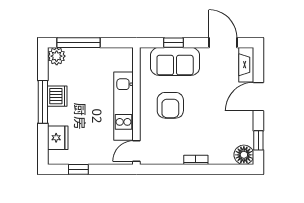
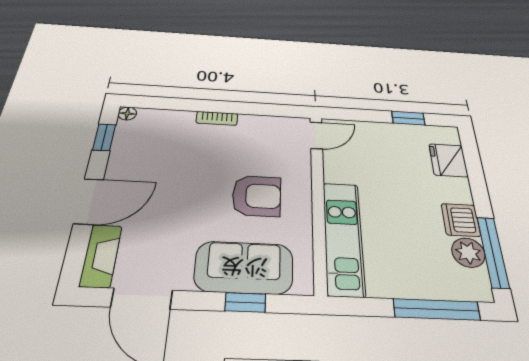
plant: (57, 56) -> (468, 253), moved
window: (43, 102) -> (493, 252), moved
armchair: (170, 105) -> (257, 196), turned 90
kitchen unit: (124, 106) -> (343, 237), moved
floor lamp: (244, 155) -> (127, 114), width x0.53, depth x0.53

